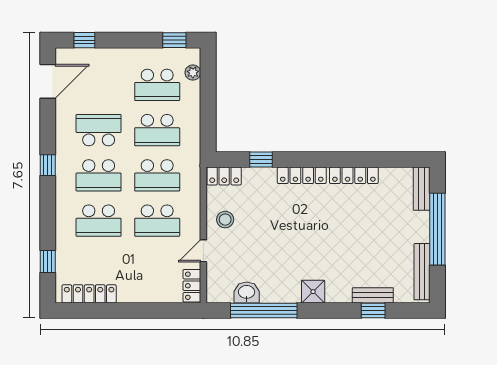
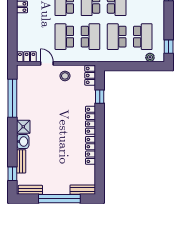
school desk: (157, 85) -> (143, 37), turned 180
school desk: (157, 175) -> (90, 37), turned 180
bench: (422, 272) -> (30, 190), width x0.73
washbasin: (247, 293) -> (23, 141), moved
window: (373, 311) -> (12, 174), moved

